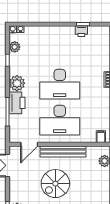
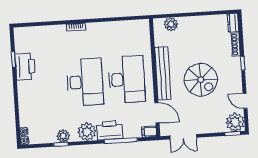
printer: (81, 31) -> (25, 67), width x1.87, depth x1.48
plant: (15, 47) -> (63, 136), moved
filing cabinet: (101, 137) -> (149, 132), moved

